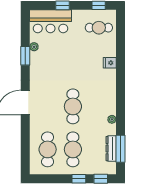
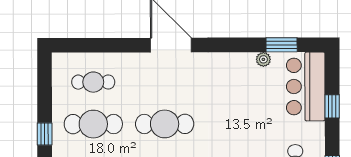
window: (25, 56) -> (282, 45), moved
cafe table: (48, 149) -> (93, 82), width x0.73, depth x0.74

